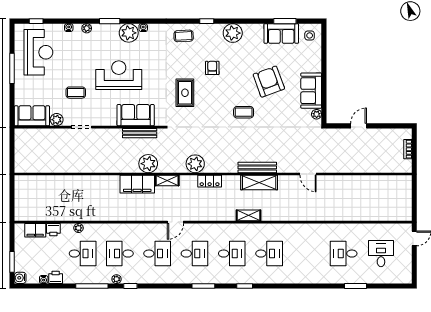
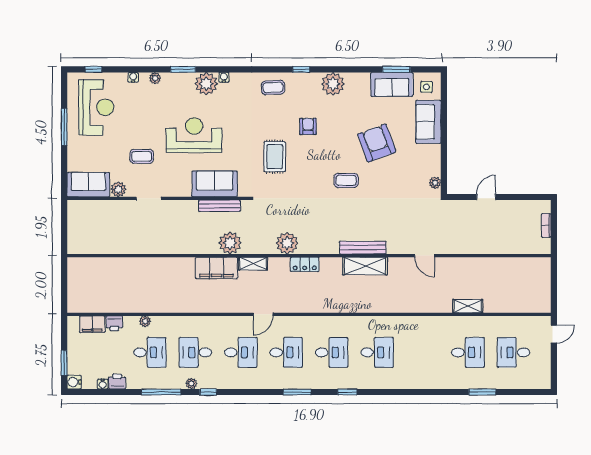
sofa: (311, 91) -> (428, 122), moved
shelving: (248, 215) -> (468, 306), moved
desk: (344, 254) -> (468, 352), turned 180
desk: (381, 254) -> (513, 352), turned -90

